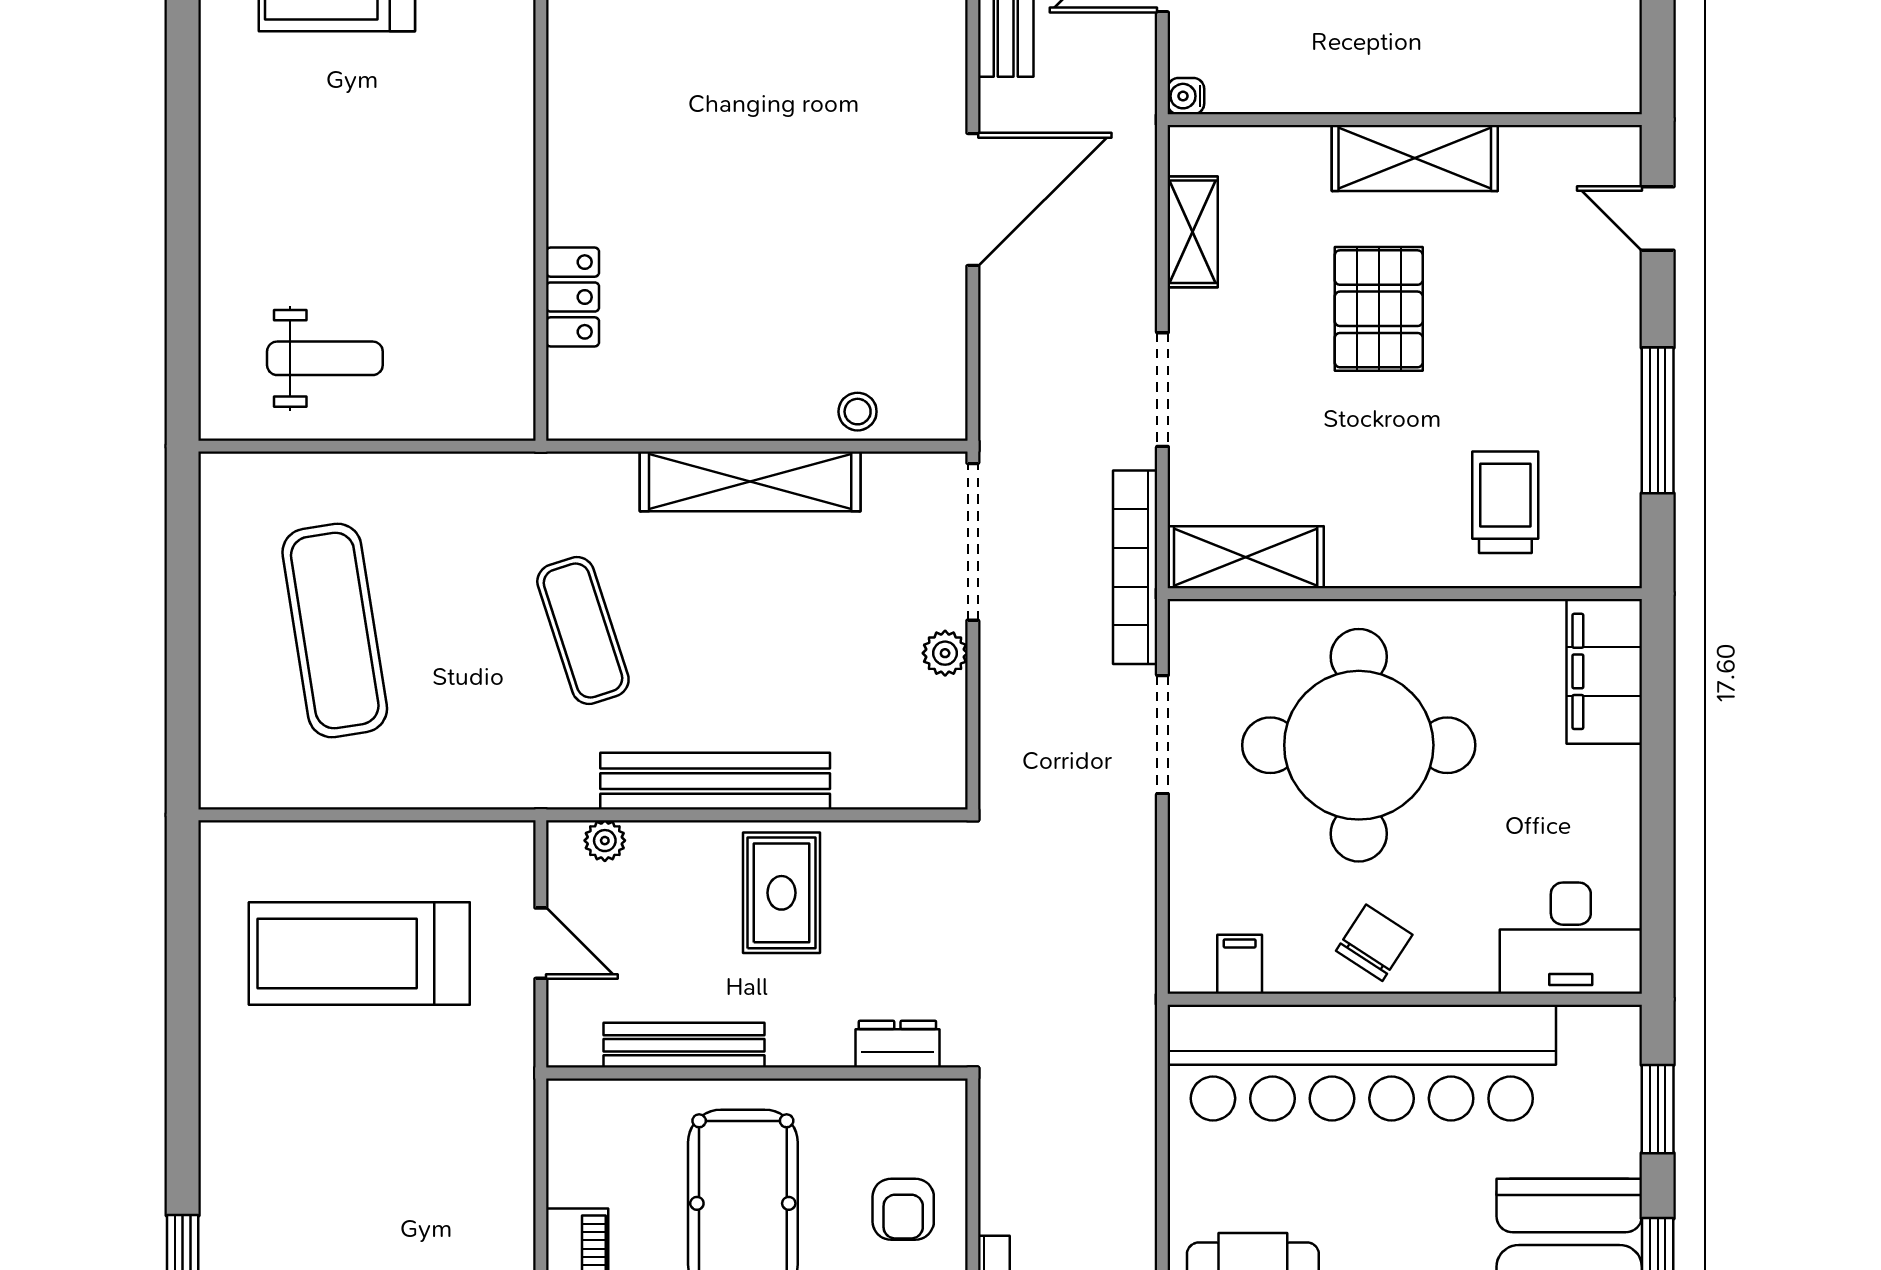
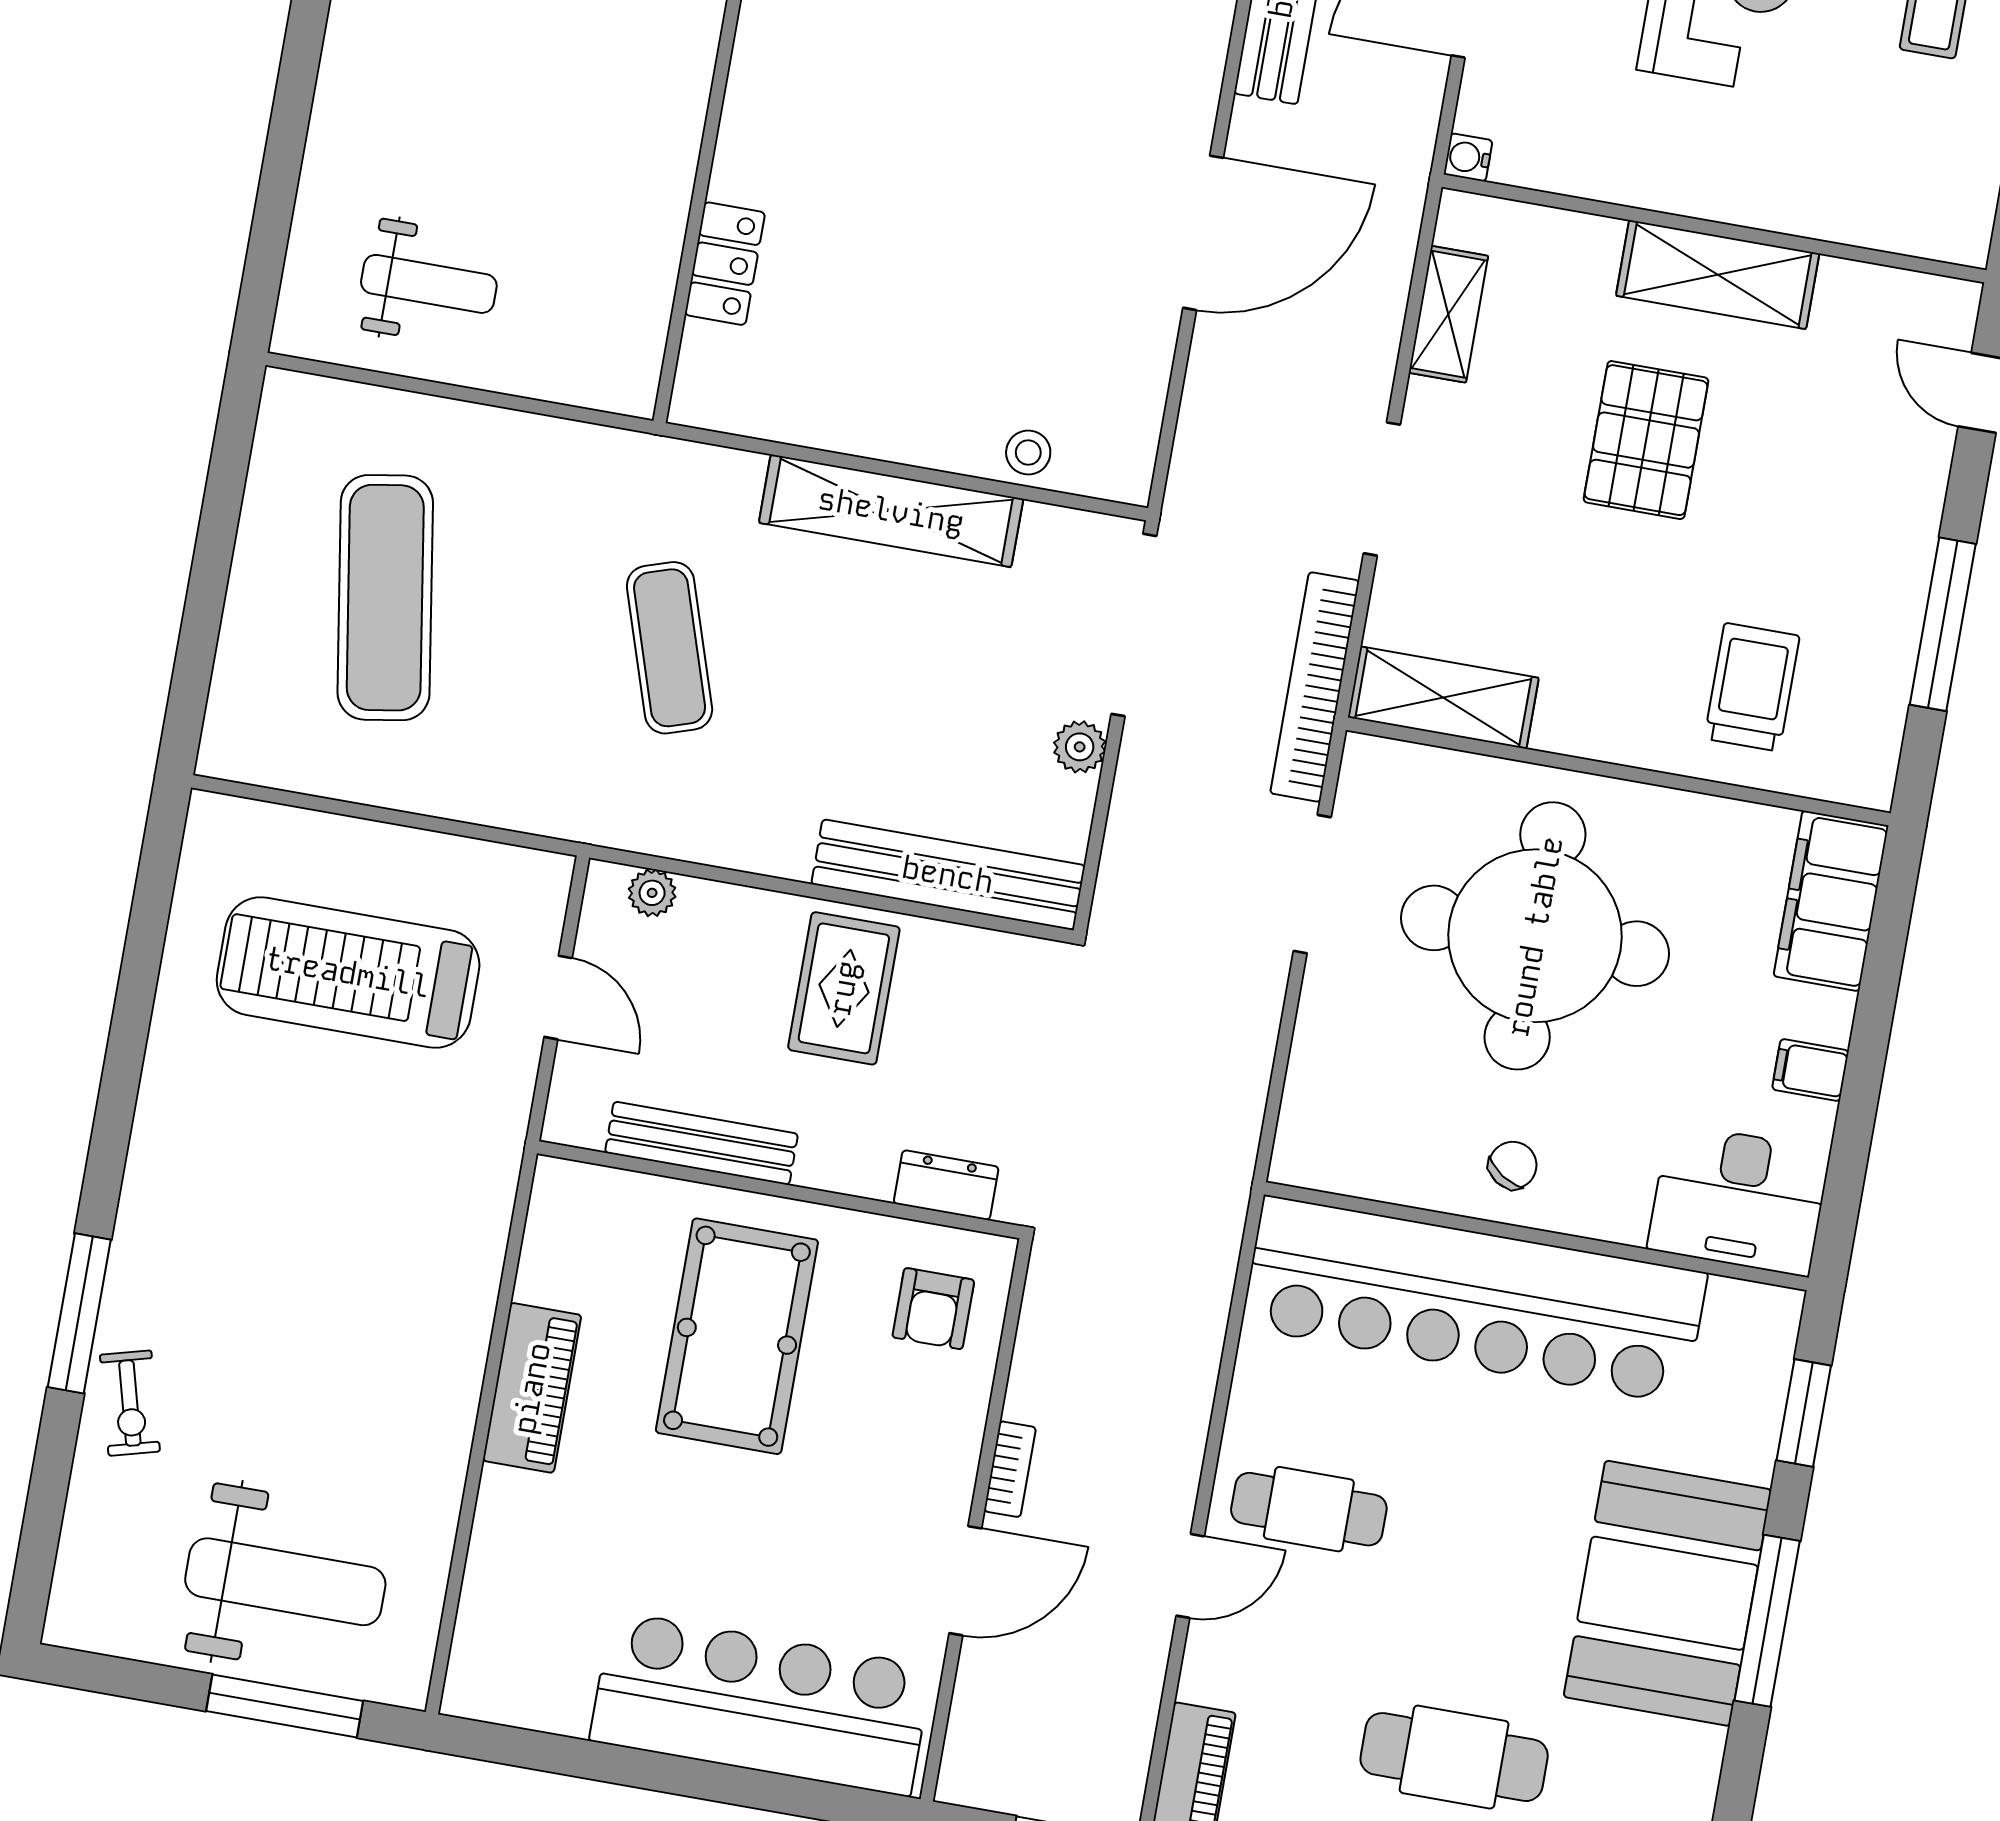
bench: (715, 781) -> (948, 875), moved
chair: (1374, 943) -> (1513, 1165), width x0.73, depth x0.73
filing cabinet: (1240, 964) -> (1810, 1070), moved, turned -90
armchair: (903, 1209) -> (933, 1309), moved

